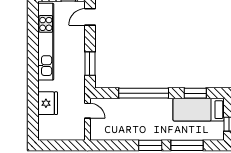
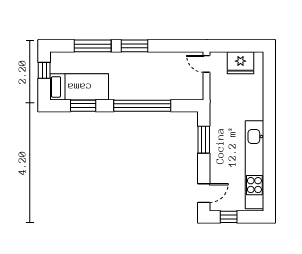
fridge: (48, 103) -> (241, 63), moved, turned -90
door: (88, 111) -> (207, 64), moved

